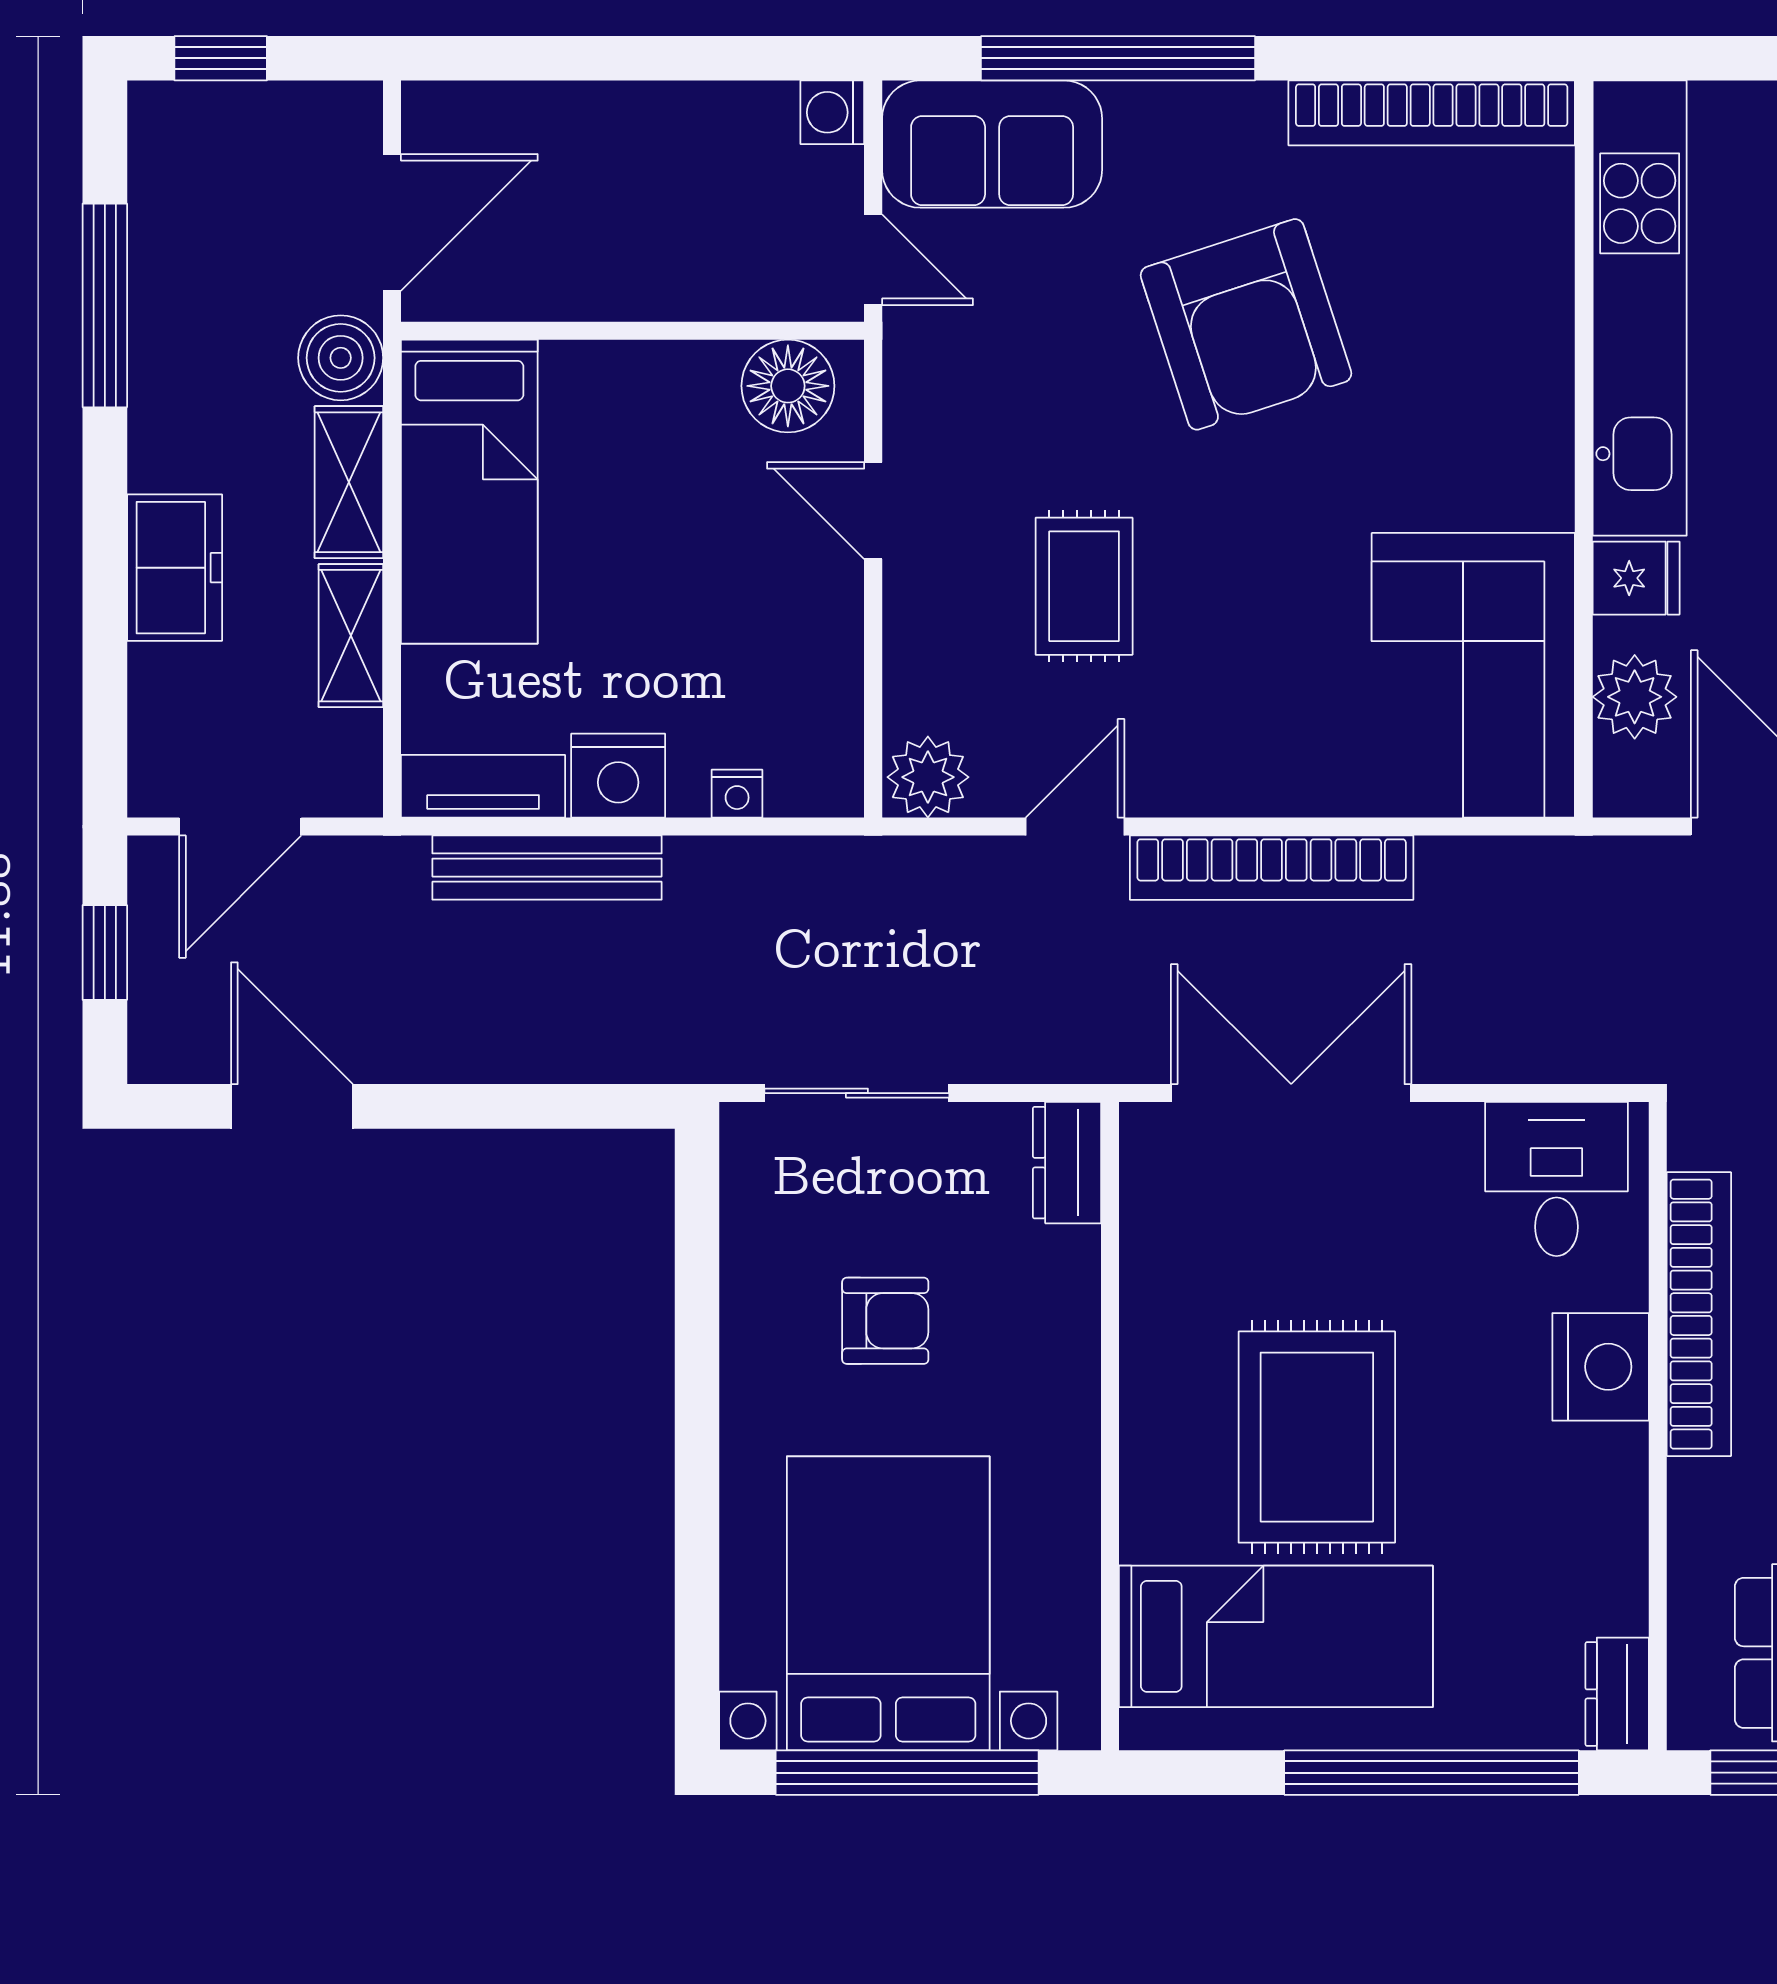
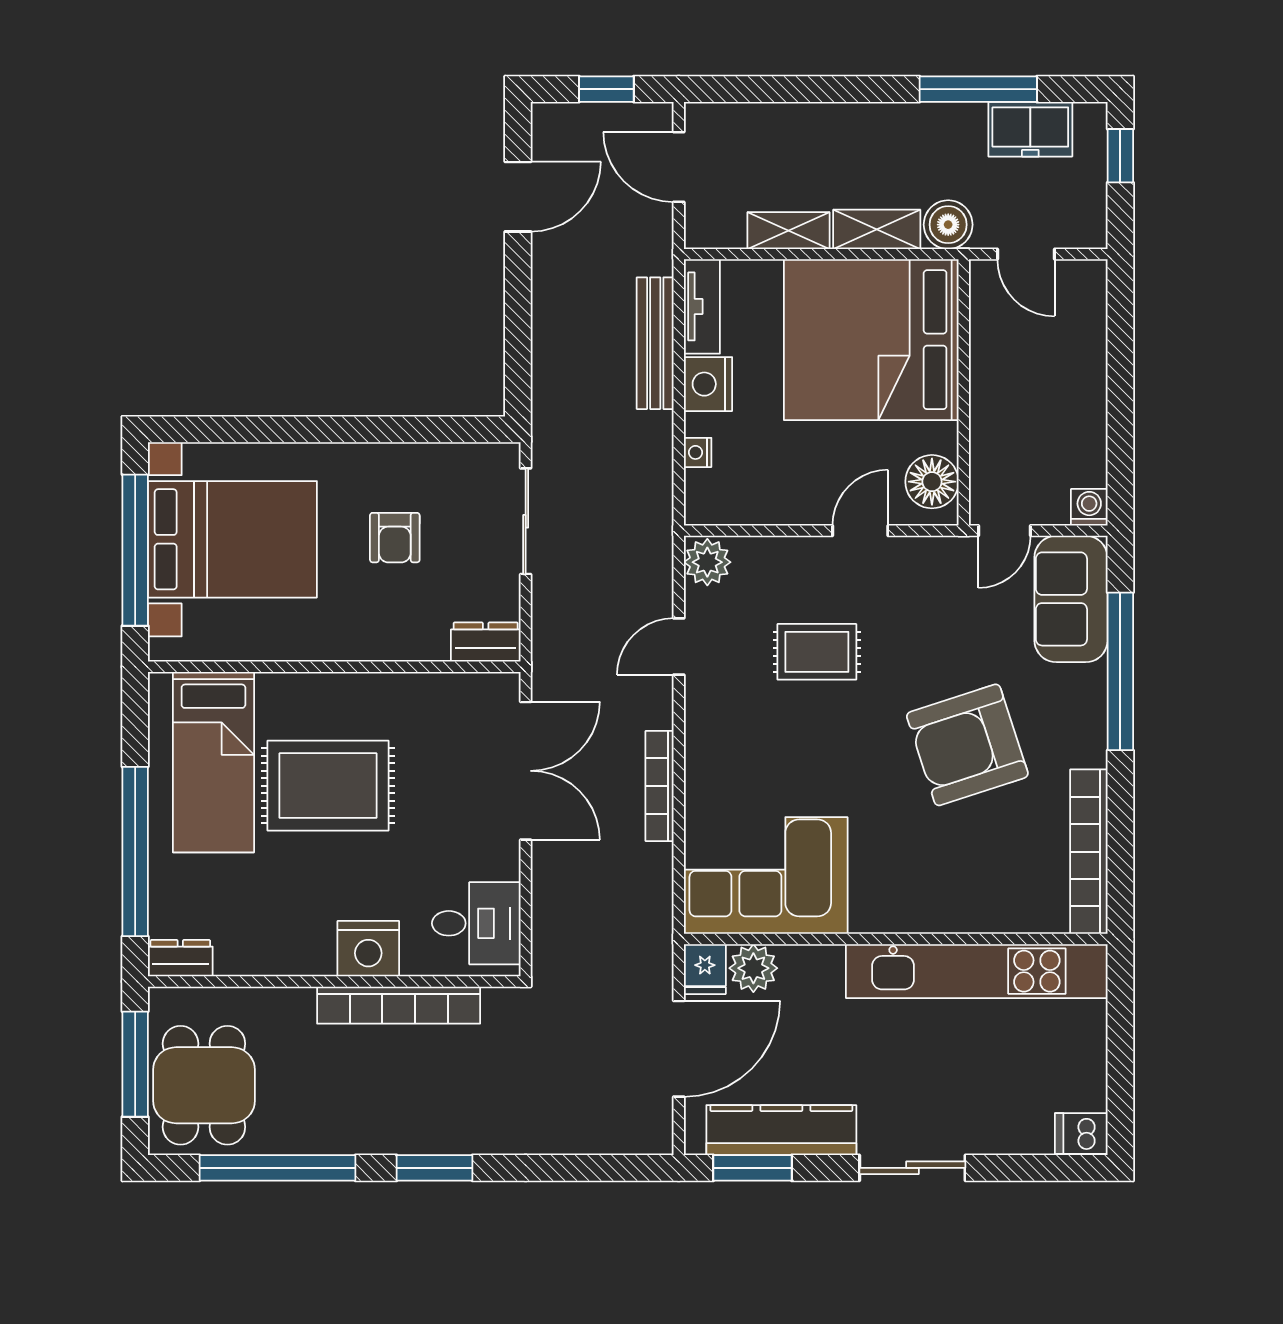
door: (392, 222) -> (1026, 254), width x0.73
bed: (469, 492) -> (871, 340), width x2.04
freezer: (175, 568) -> (1030, 129), moved
fridge: (1636, 578) -> (705, 969), moved
door: (1075, 827) -> (679, 647), swing flipped
bookcase: (1272, 868) -> (660, 786), width x0.68, depth x0.76

